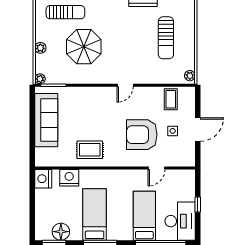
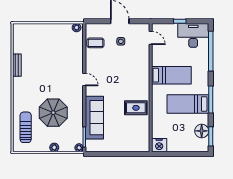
sun lounger: (166, 38) -> (46, 47), removed
sofa: (46, 120) -> (94, 118), moved, turned 90
armchair: (142, 135) -> (124, 66), removed
rug: (90, 150) -> (136, 108), turned 90
door: (156, 168) -> (151, 38), moved
nightstand: (69, 178) -> (158, 124), removed
bed: (144, 216) -> (171, 75), moved, turned 180

